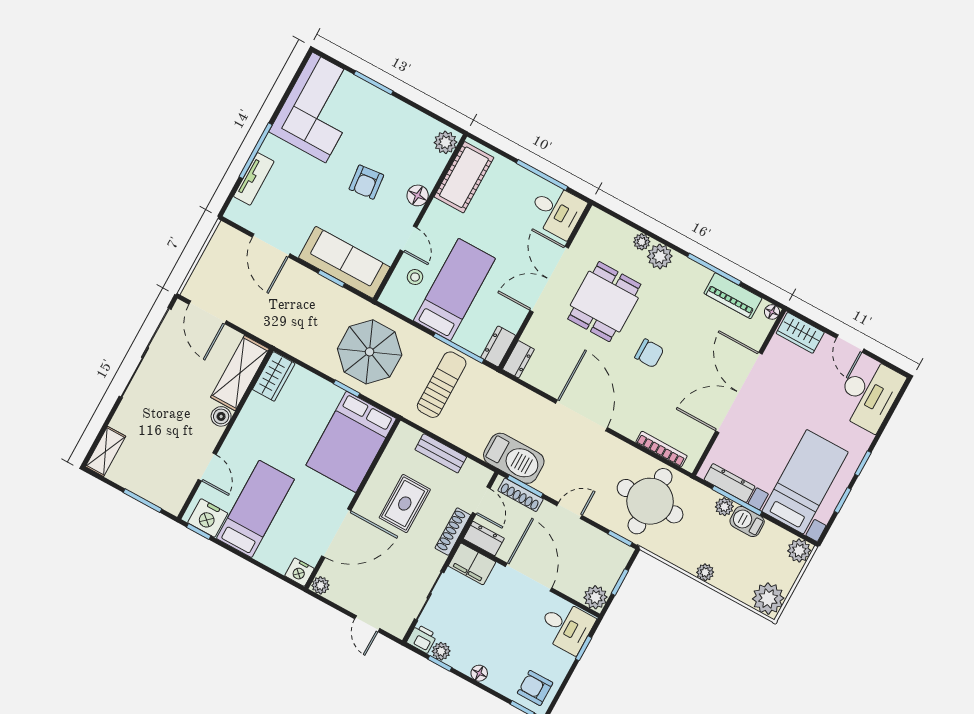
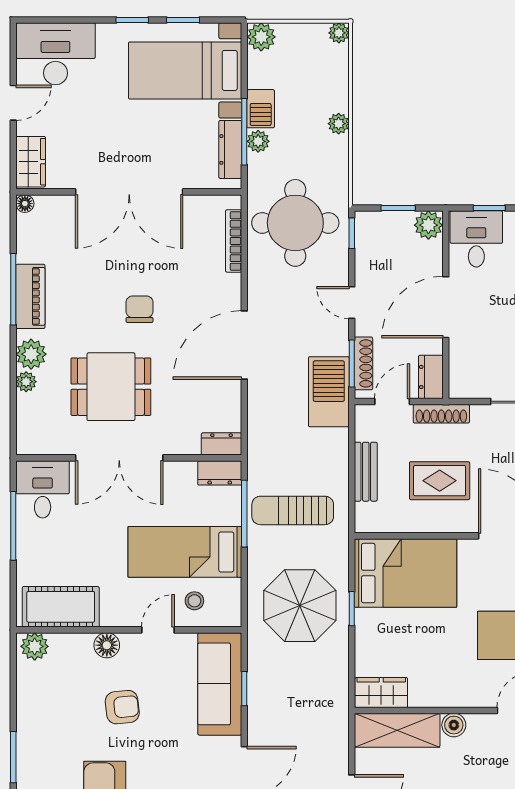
piano: (733, 296) -> (30, 296), moved
filing cabinet: (472, 564) -> (465, 375), removed
plant: (768, 599) -> (339, 33), width x0.53, depth x0.53

